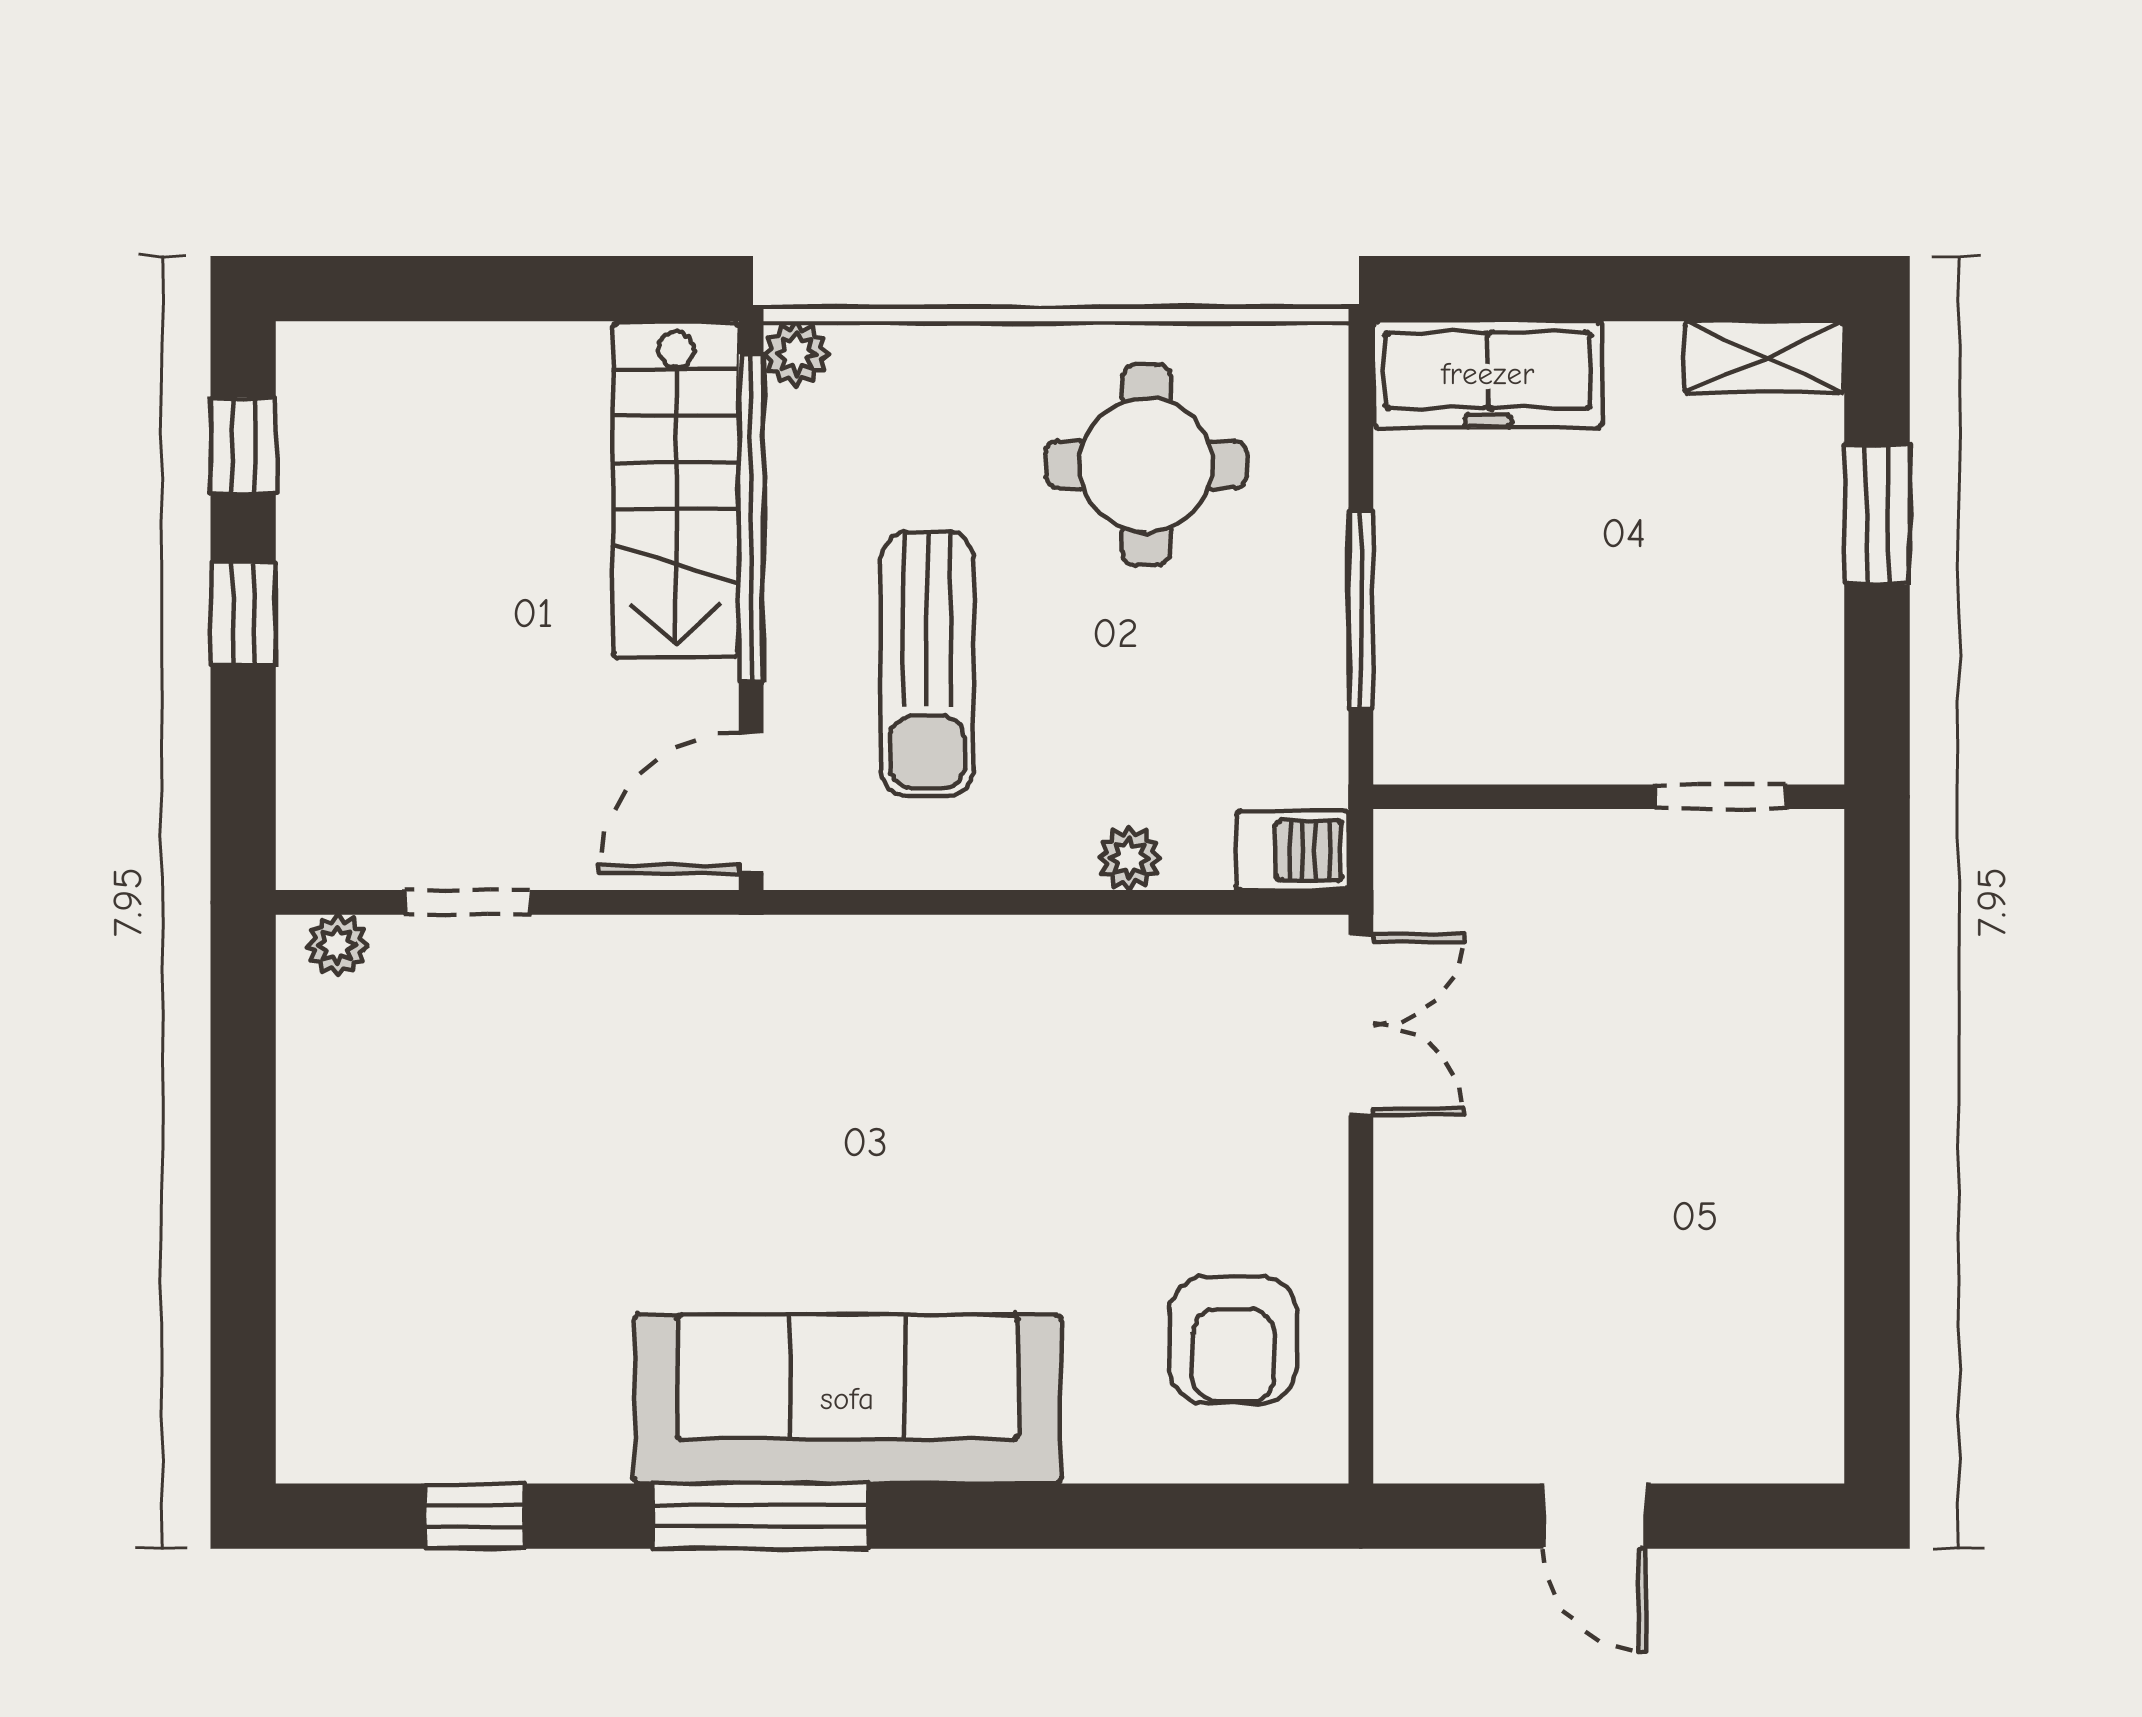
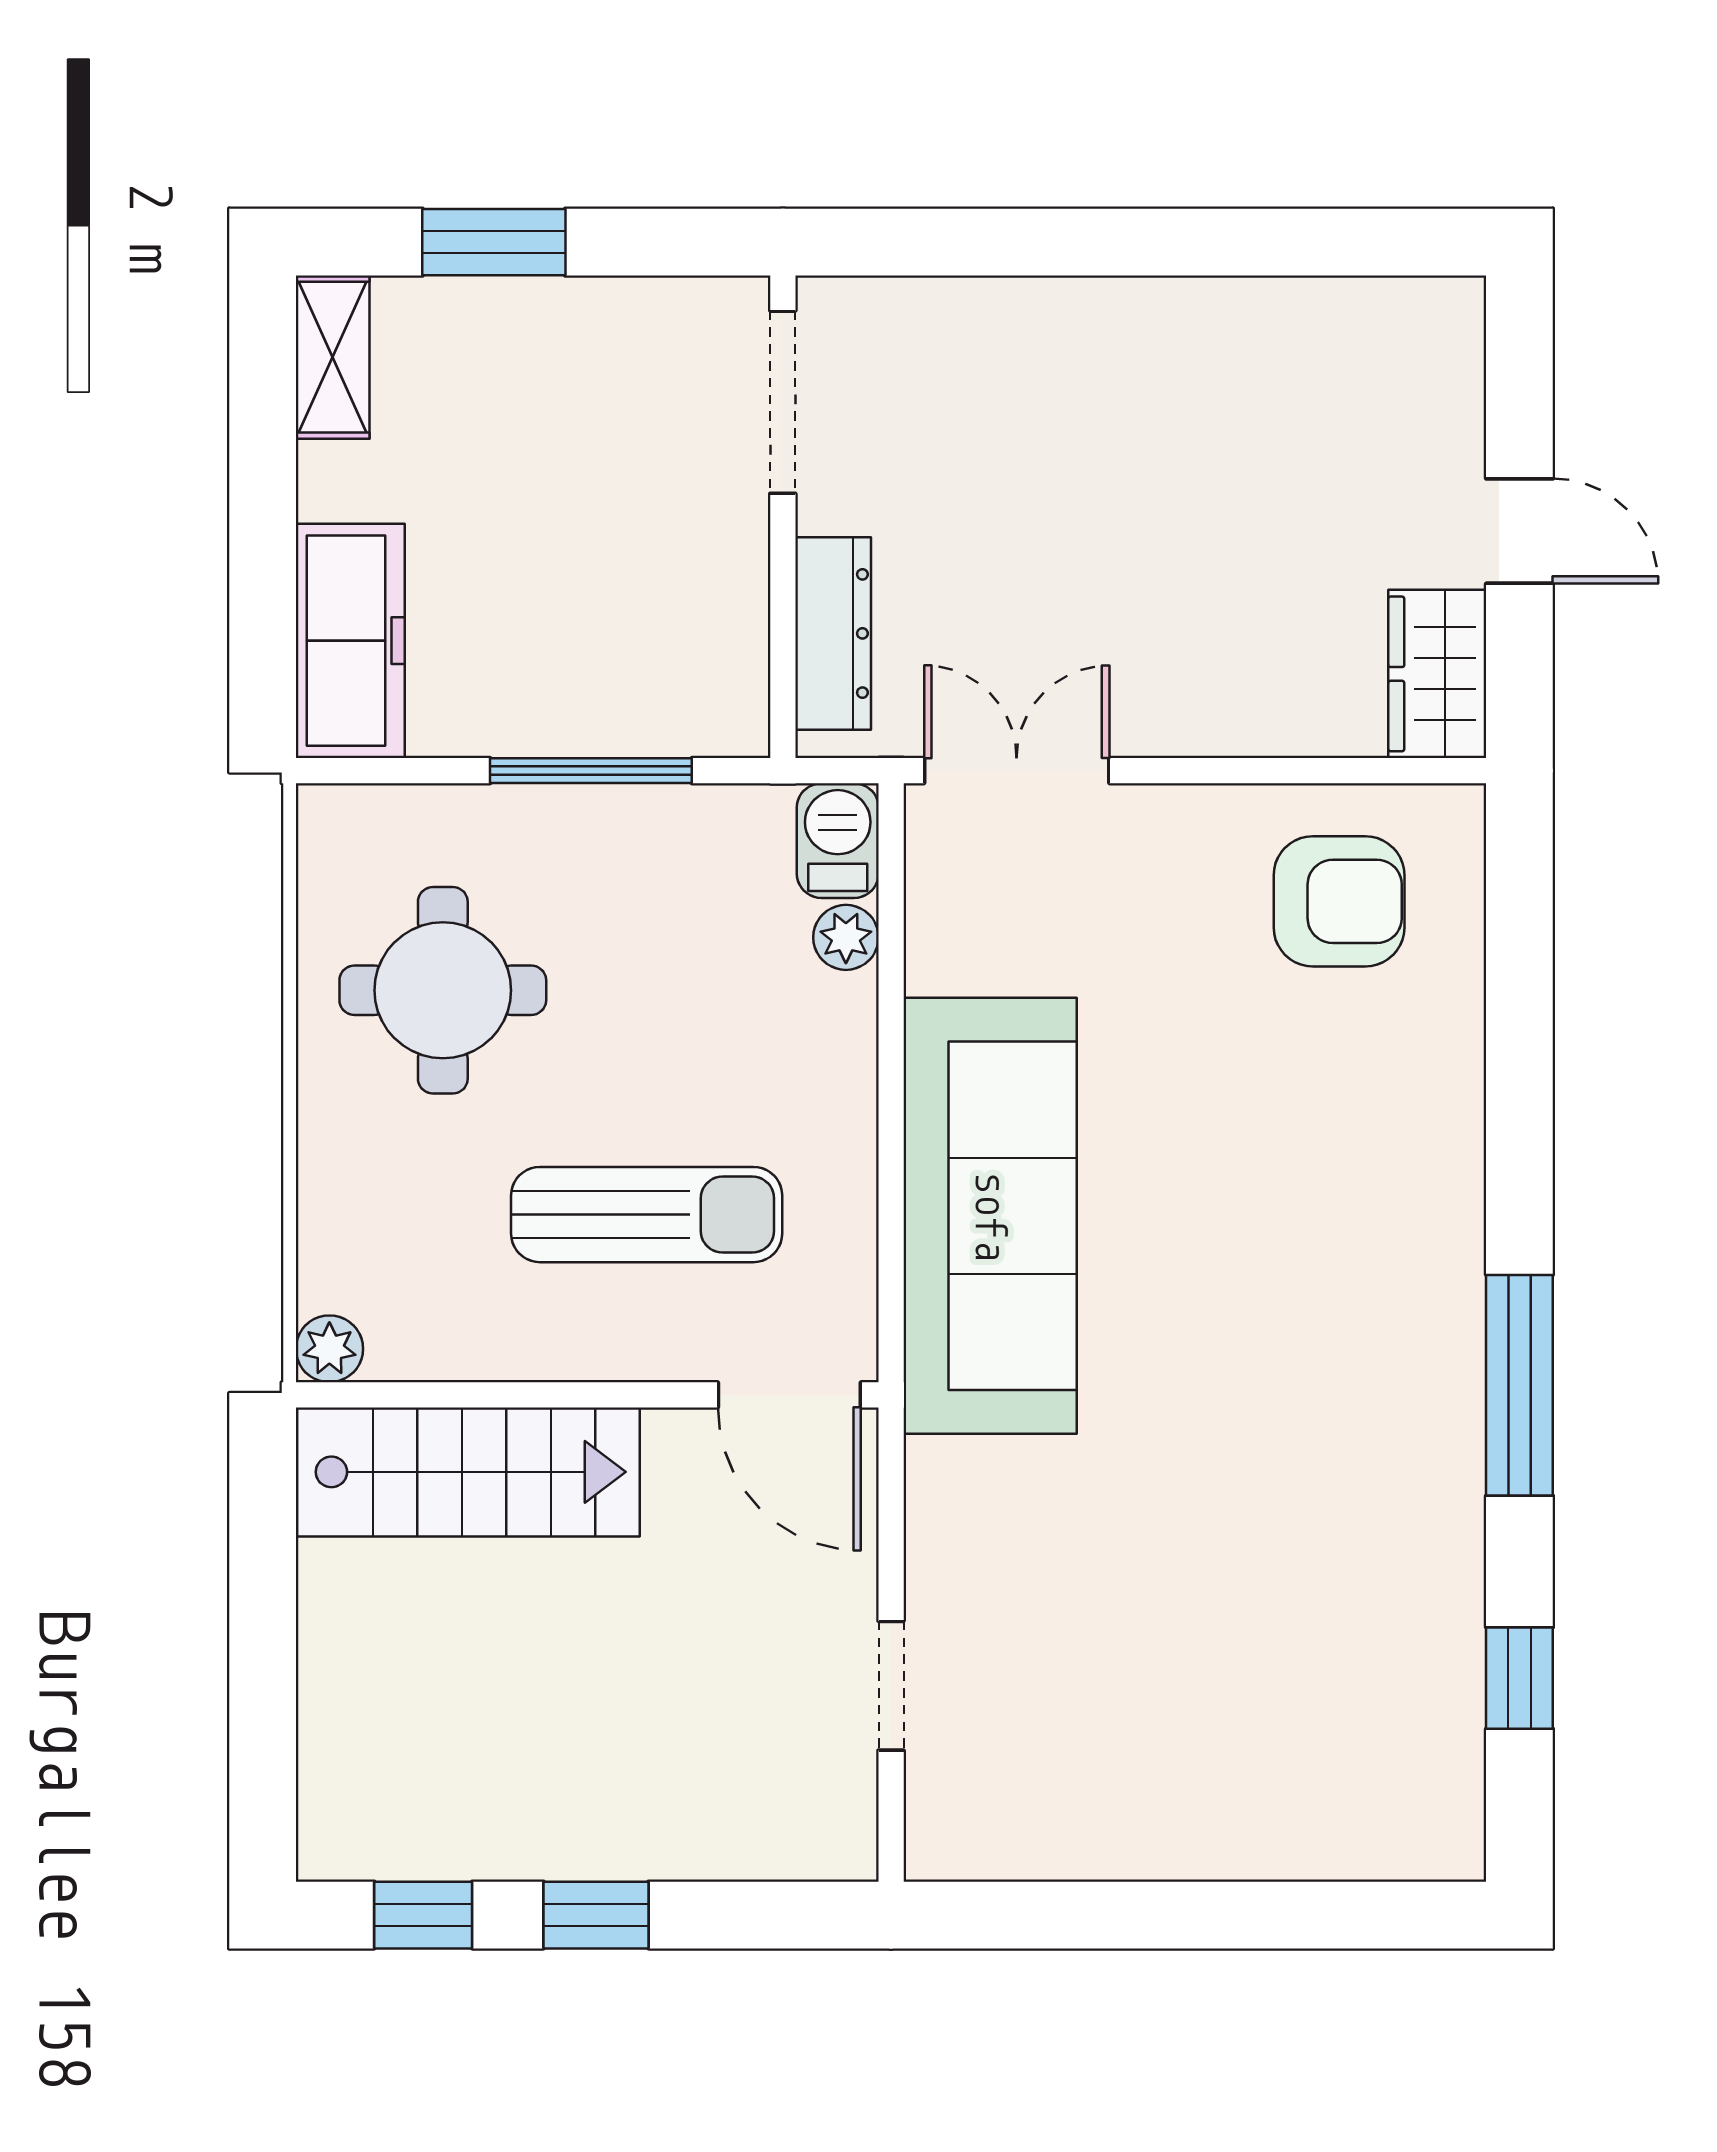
window: (751, 518) -> (497, 1395), removed
doorway: (1721, 797) -> (783, 402), width x1.38
dresser: (1495, 846) -> (833, 633), added
plant: (1129, 858) -> (846, 937), moved
plant: (337, 945) -> (935, 1819), removed
sofa: (847, 1399) -> (990, 1216), moved, turned 180
wardrobe: (1455, 1436) -> (1437, 674), added
door: (1595, 1516) -> (1519, 531), hinge flipped

